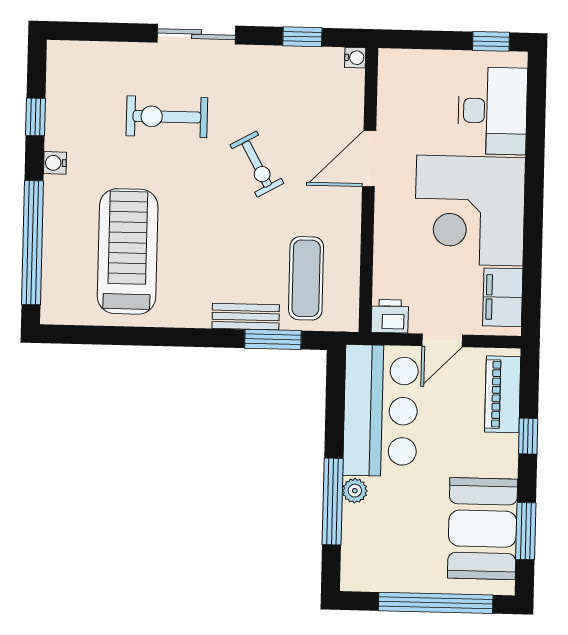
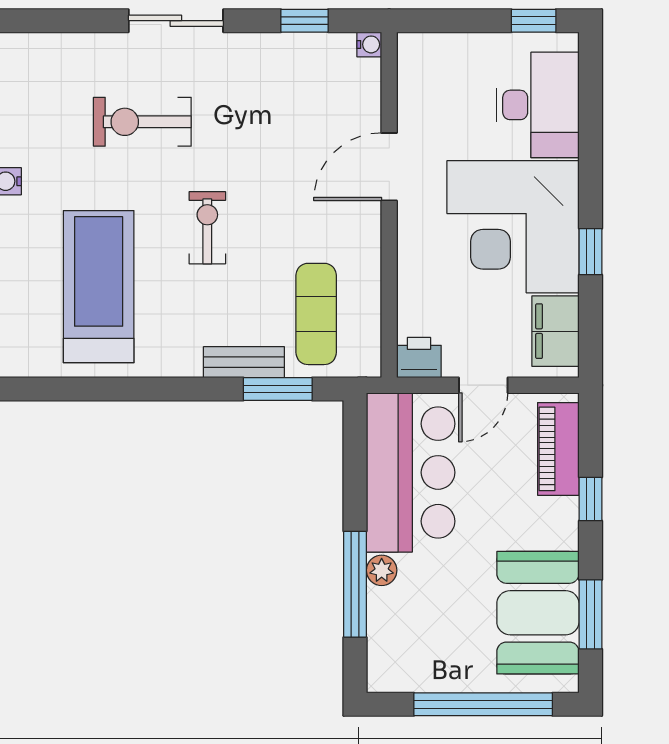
exercise bike: (257, 164) -> (207, 228), moved, turned -151
window: (533, 233) -> (590, 252), added

